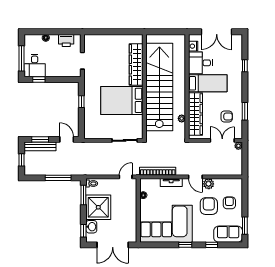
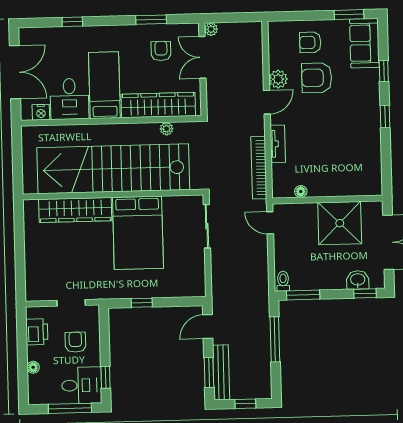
armchair: (60, 63) -> (75, 342), added
shower: (98, 207) -> (340, 223), moved
corner sofa: (166, 224) -> (349, 151), removed

